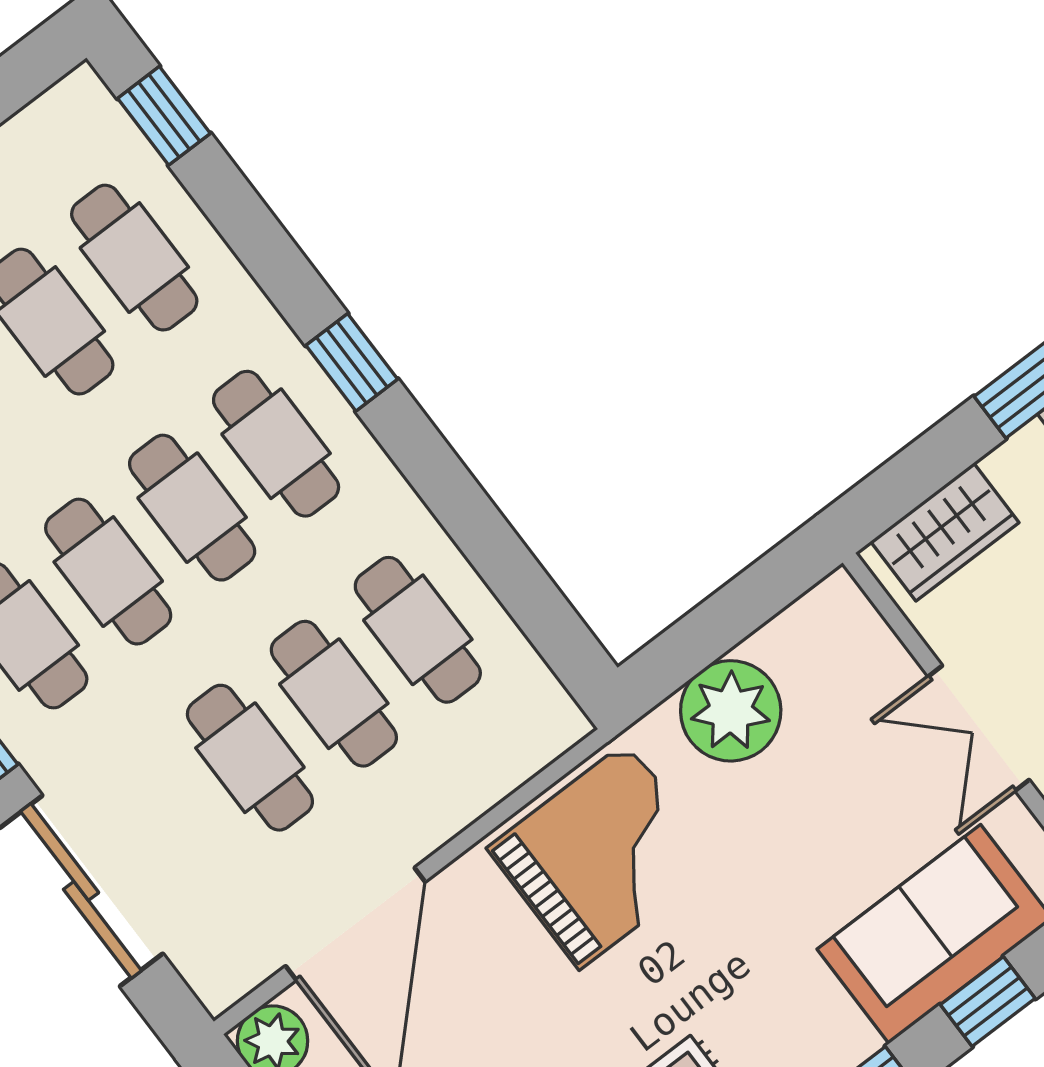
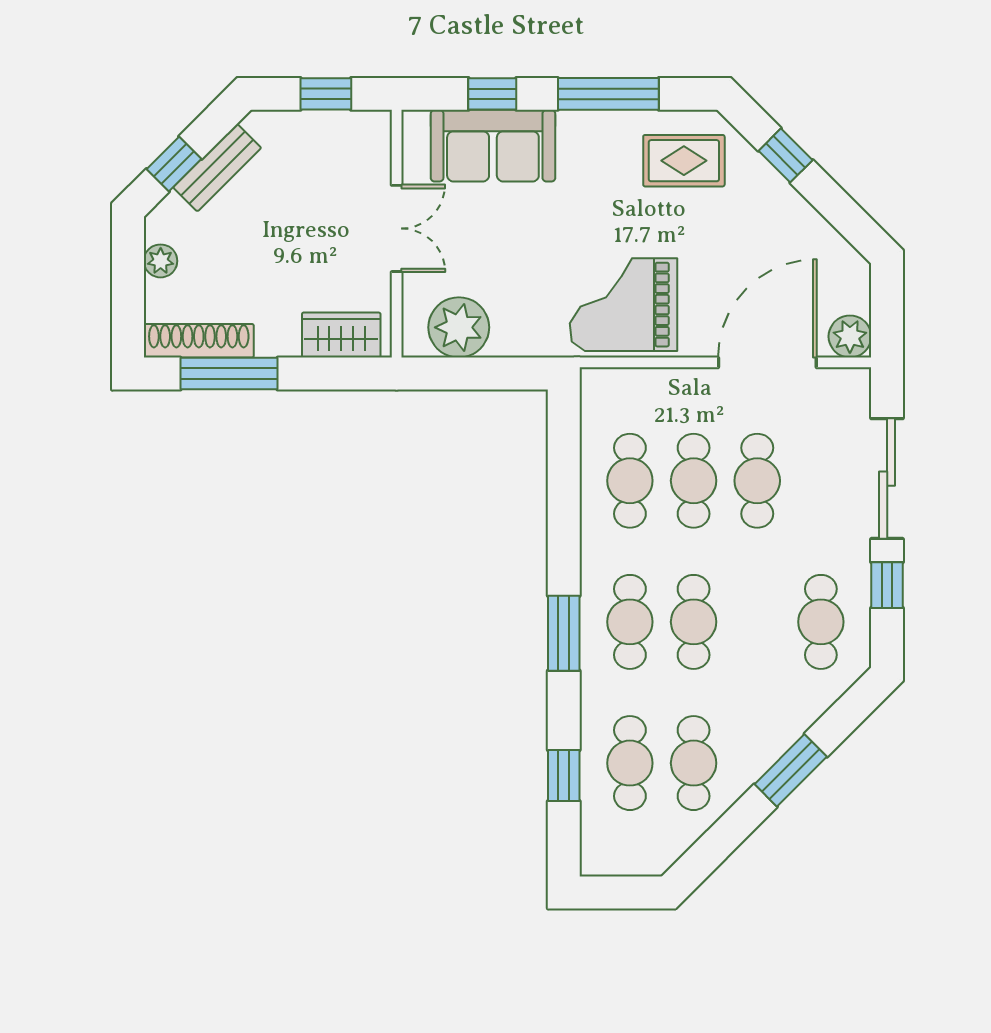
window: (164, 116) -> (564, 776), moved
window: (352, 362) -> (564, 633), width x1.50
cafe table: (108, 572) -> (757, 622), removed
plant: (731, 711) -> (459, 327), moved

